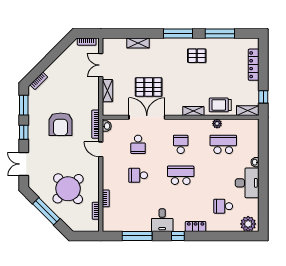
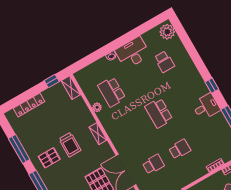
pallet: (197, 56) -> (49, 158), turned 90
trolley: (220, 105) -> (70, 145), moved
school desk: (181, 144) -> (133, 128), removed
school desk: (138, 175) -> (180, 149), turned -90
locker: (196, 226) -> (195, 75), removed

